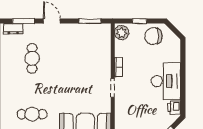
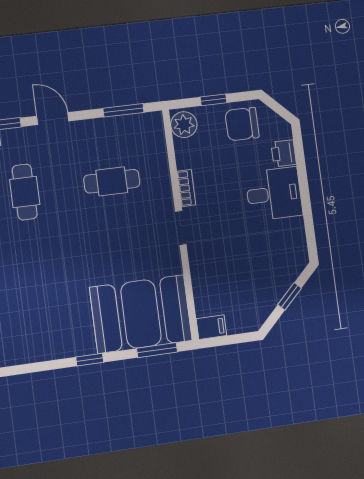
desk: (166, 81) -> (274, 194), width x0.73
printer: (174, 108) -> (284, 153), moved
cafe table: (32, 114) -> (112, 181), moved

